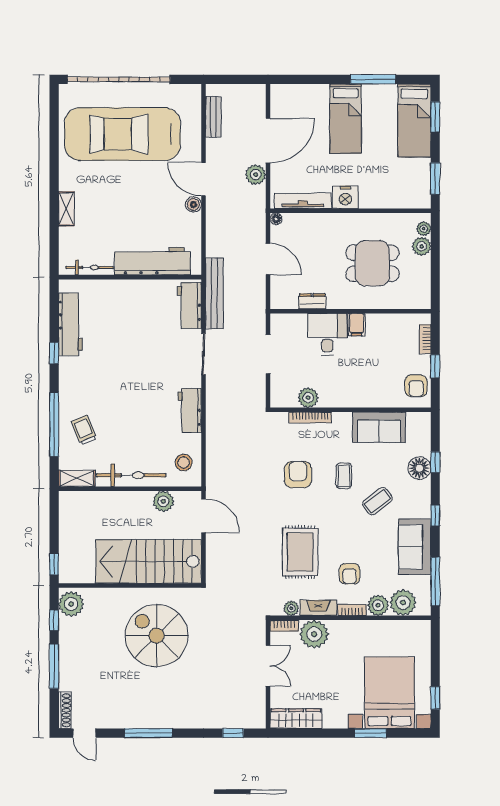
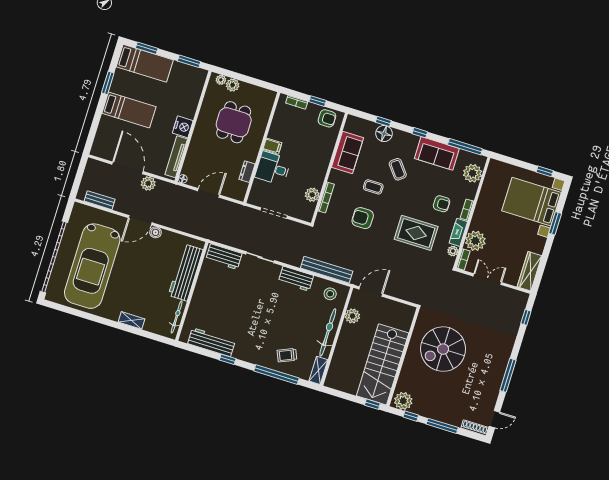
window: (373, 79) -> (108, 83), width x0.69
bench: (214, 293) -> (327, 270), moved
stairs: (149, 561) -> (383, 364), moved
plant: (378, 605) -> (469, 191), removed

